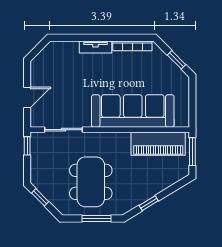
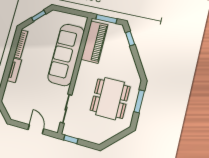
dining table: (91, 182) -> (110, 98), turned 90
window: (40, 197) -> (112, 140), removed
window: (149, 203) -> (130, 39), moved

